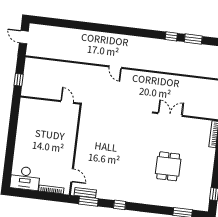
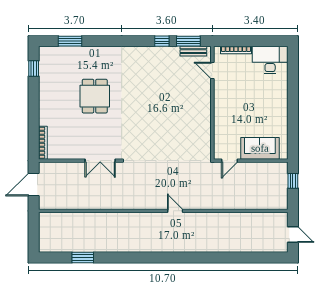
window: (171, 36) -> (110, 257), removed
door: (67, 102) -> (229, 161), hinge flipped
sofa: (42, 109) -> (260, 148), added
window: (120, 205) -> (162, 41), moved

